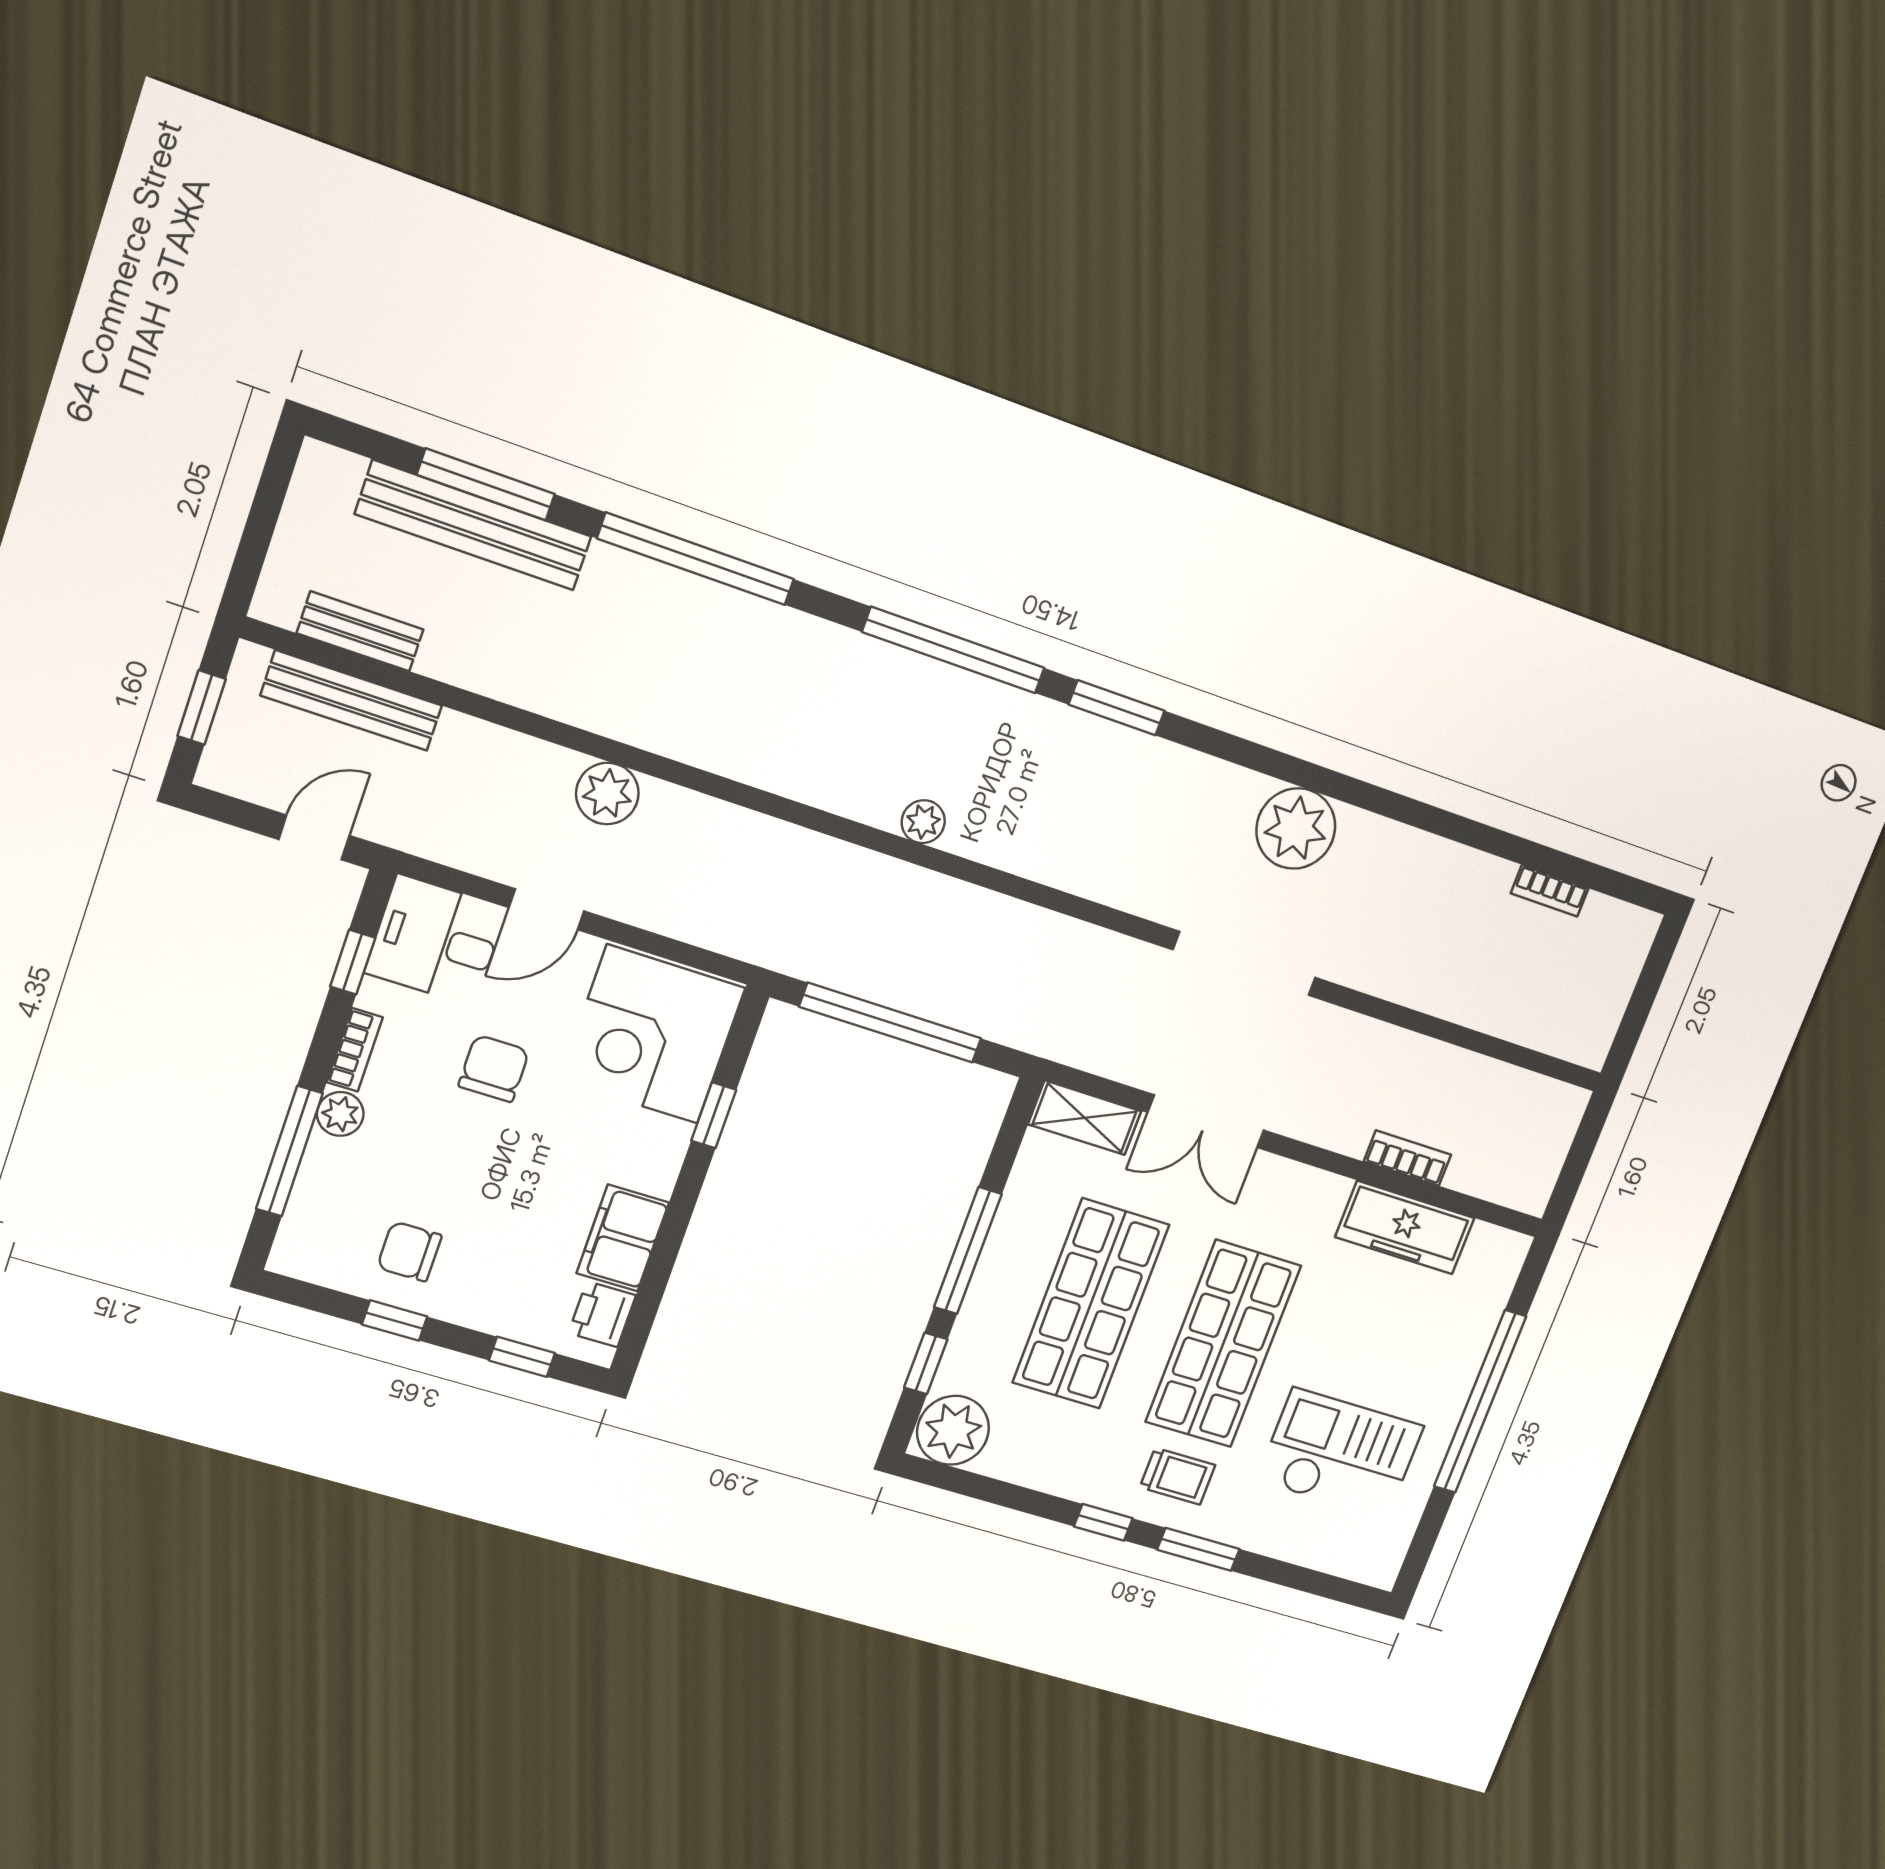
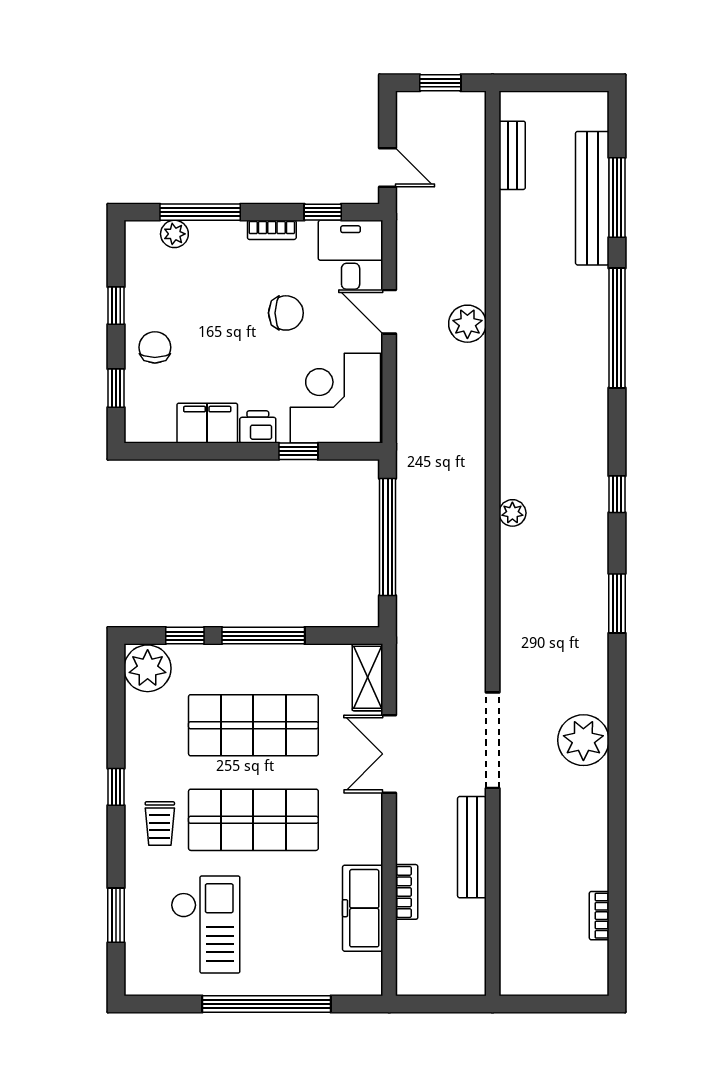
window: (954, 650) -> (617, 494), width x0.32
bench: (351, 700) -> (472, 847), moved
plant: (340, 1114) -> (174, 234), moved
chair: (409, 1251) -> (155, 347), moved
printer: (602, 1314) -> (258, 427), moved
window: (1198, 1549) -> (116, 915), moved

